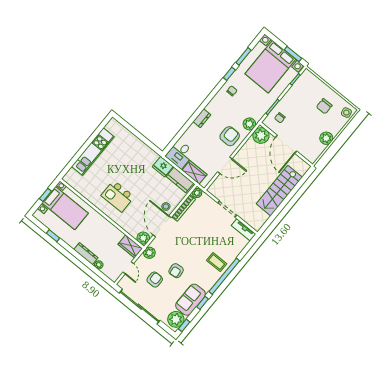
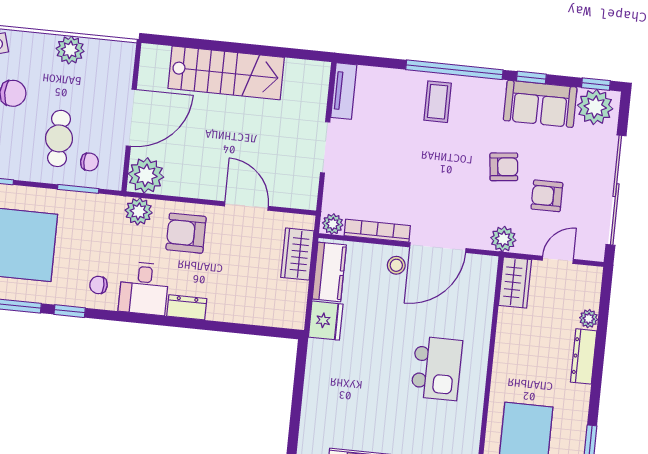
cafe table: (296, 112) -> (59, 138), added
desk: (180, 154) -> (144, 288), moved, turned 90
plant: (143, 238) -> (483, 269), removed

